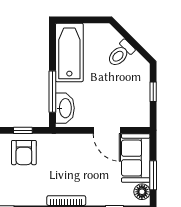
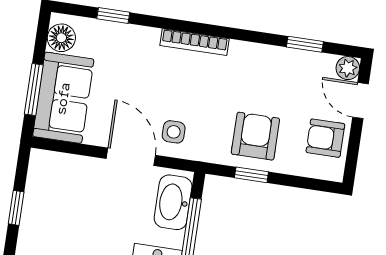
door: (107, 130) -> (131, 157), moved
side table: (70, 148) -> (174, 132), added
window: (153, 175) -> (34, 90), moved

